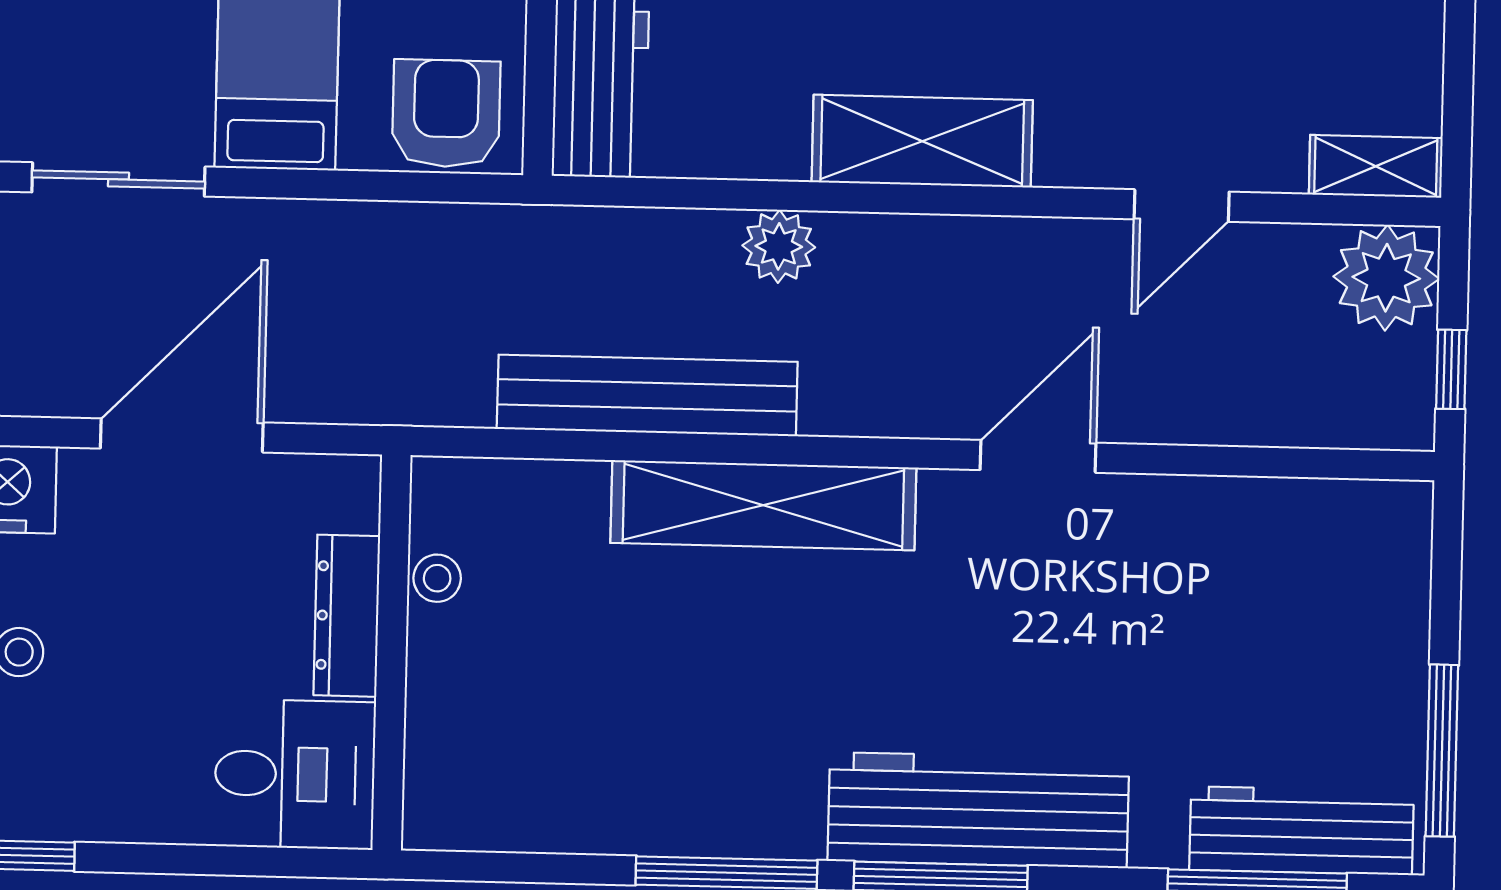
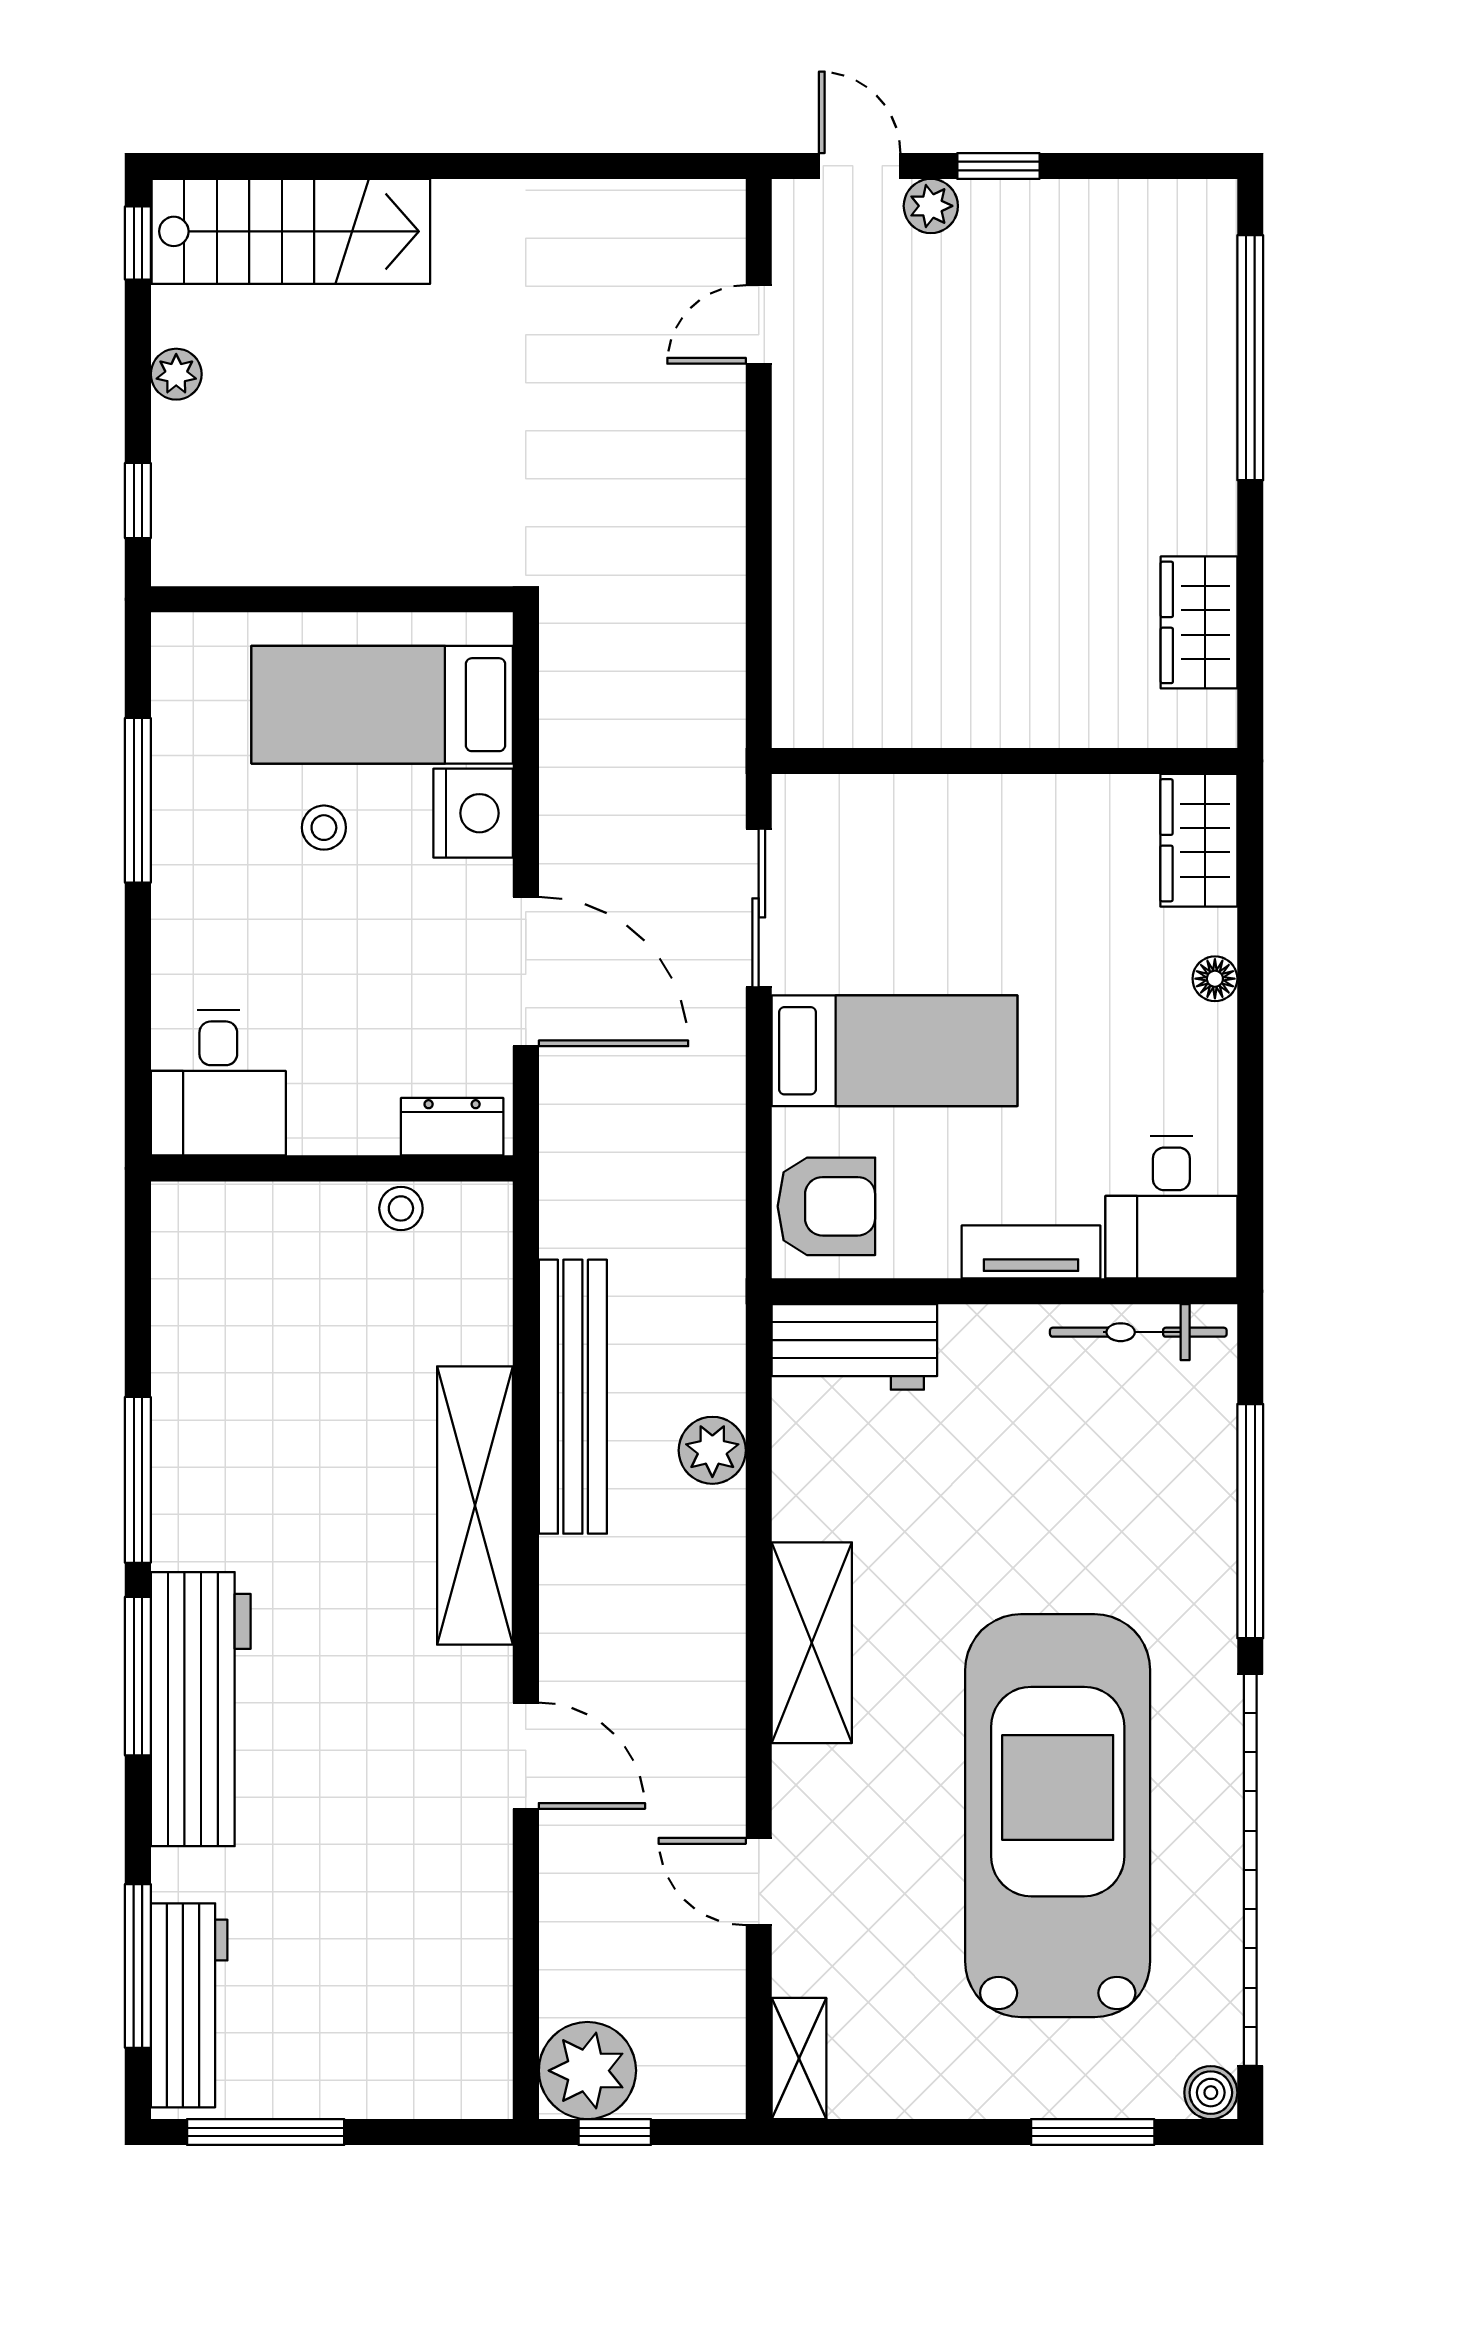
plant: (779, 246) -> (712, 1450), moved
plant: (1386, 278) -> (587, 2071), moved
dresser: (347, 616) -> (452, 1127), moved, width x0.70

